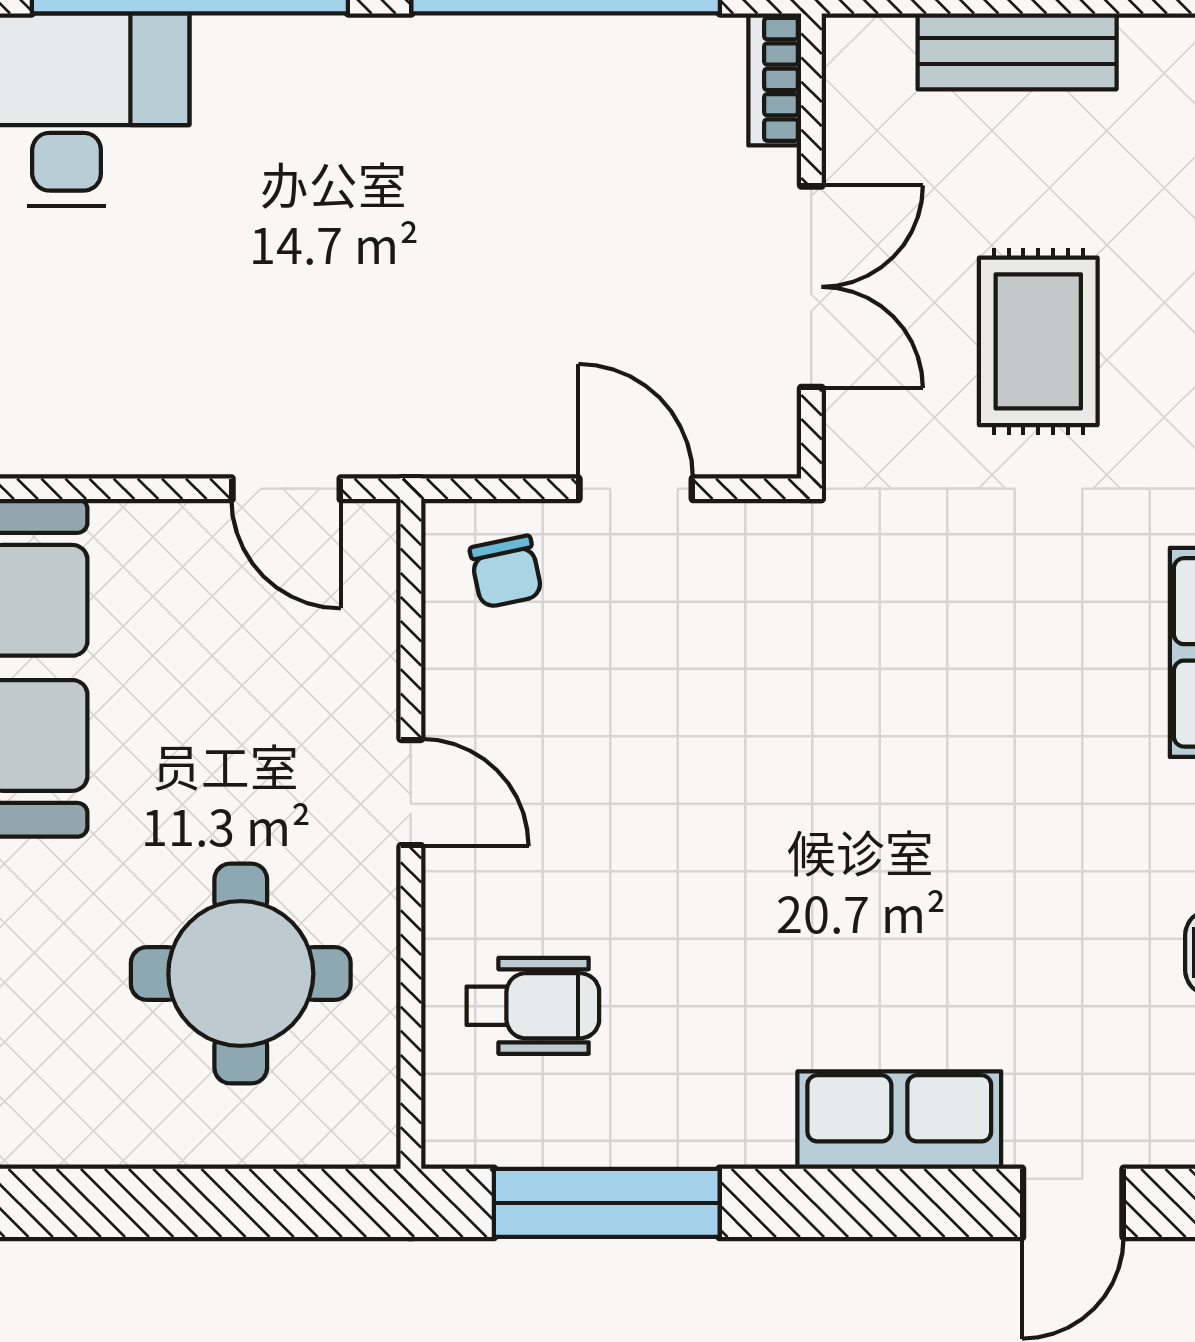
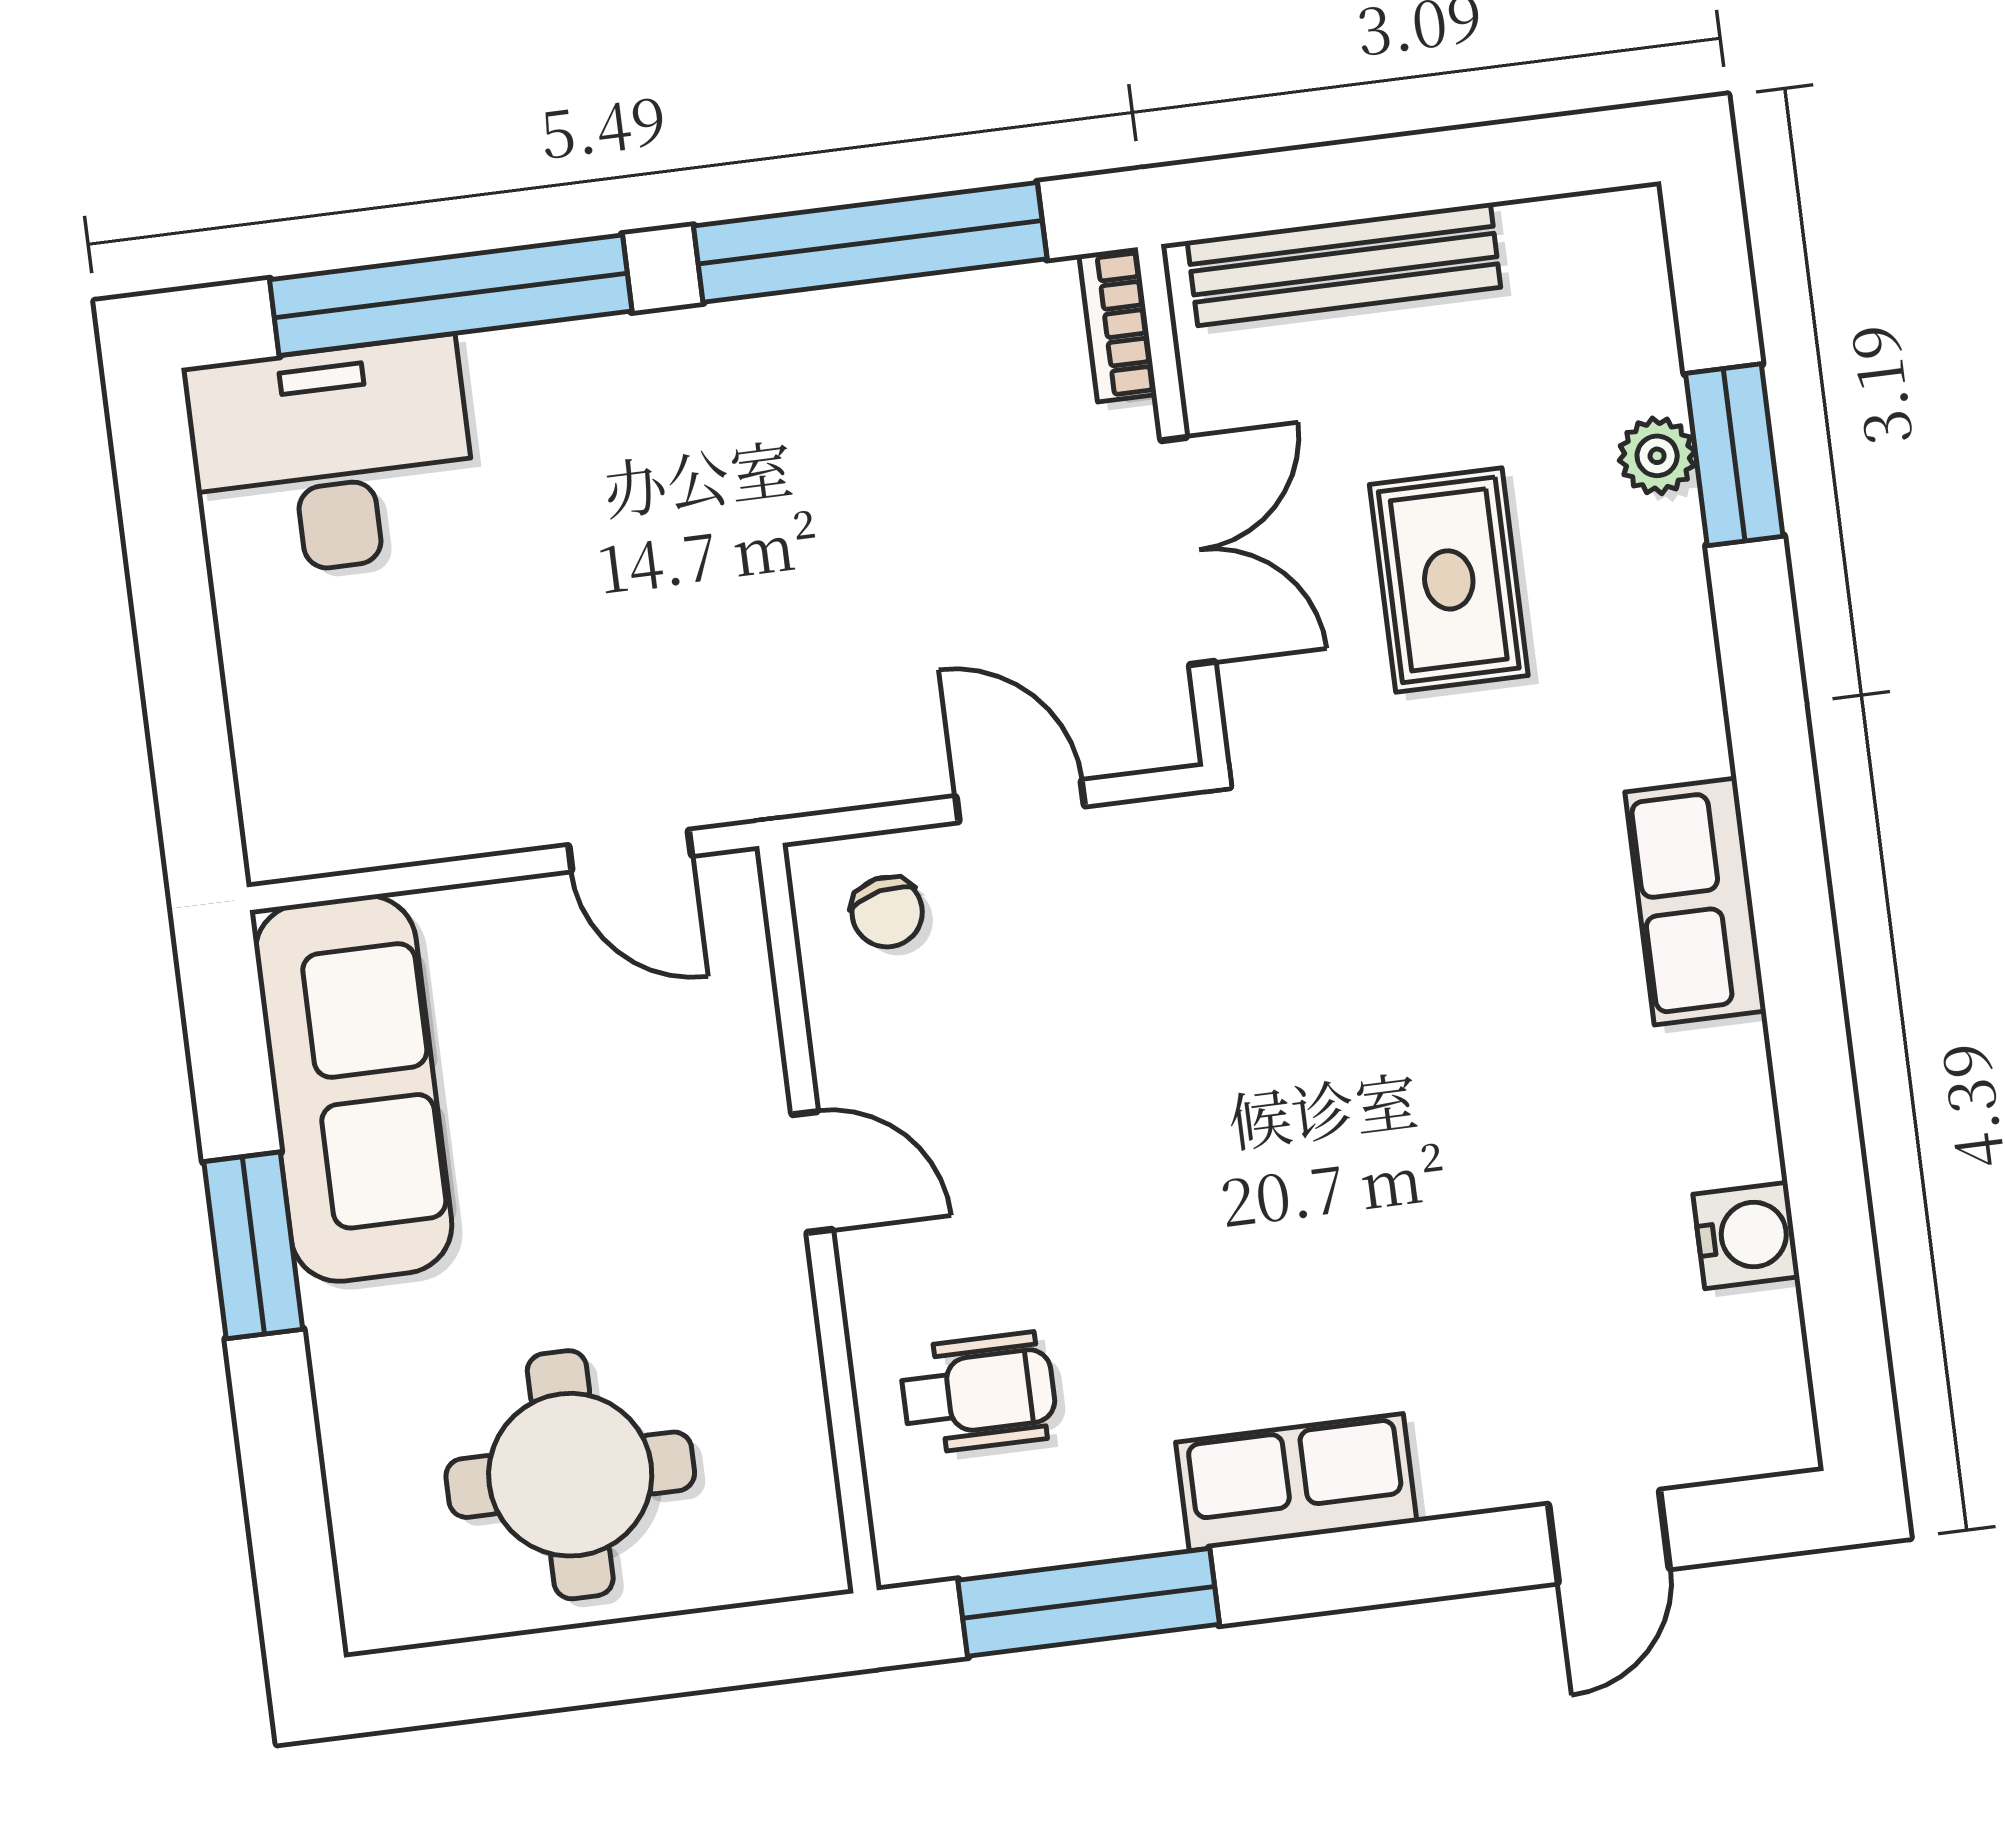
bench: (1017, 51) -> (1344, 264), width x1.36
round table: (241, 974) -> (570, 1475), moved
row of seats: (899, 1120) -> (1296, 1482), moved

